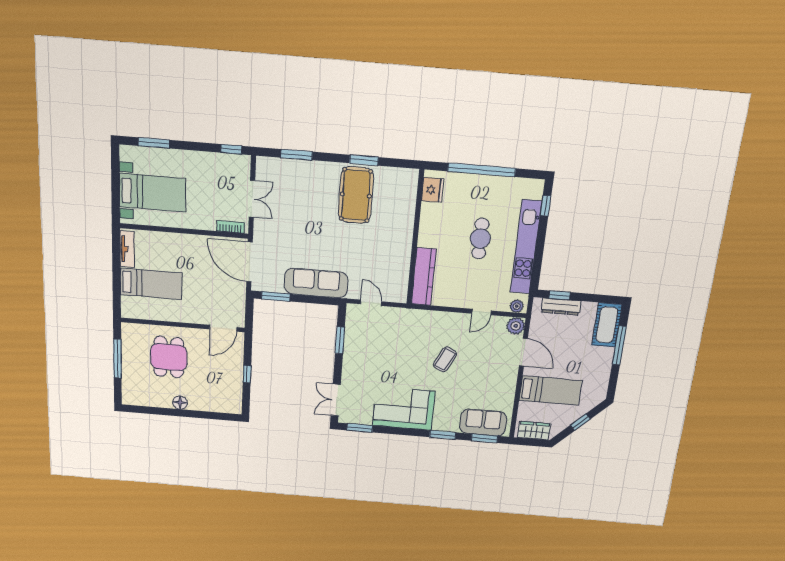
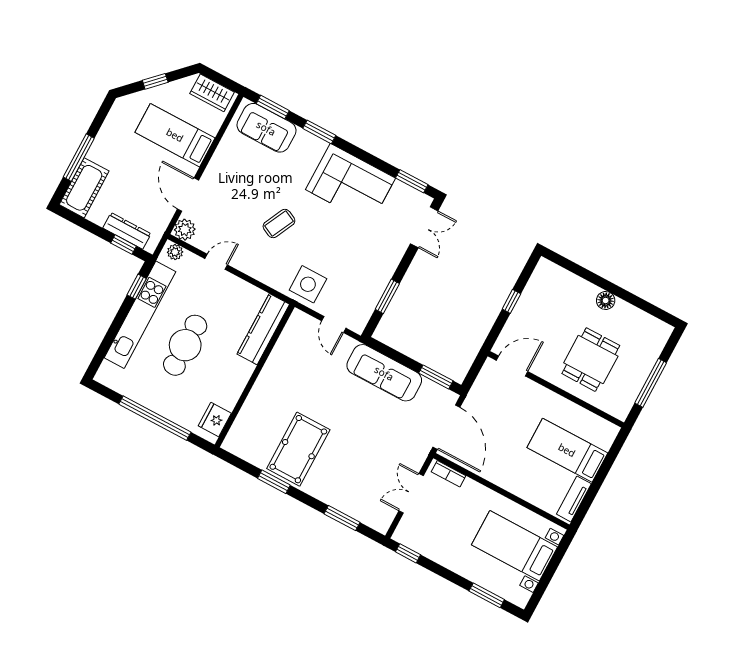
window: (546, 206) -> (137, 287), moved
cafe table: (480, 239) -> (185, 345), width x1.37, depth x1.35
side table: (404, 324) -> (308, 284), added

